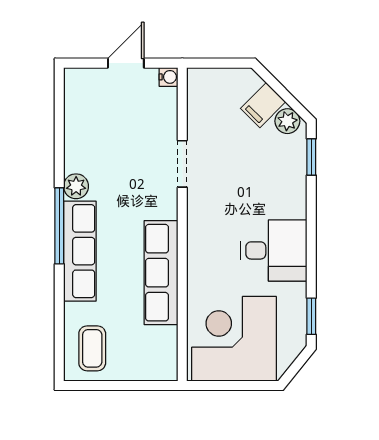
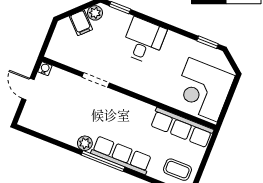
desk: (274, 250) -> (144, 41), moved
row of seats: (161, 273) -> (182, 128), moved

